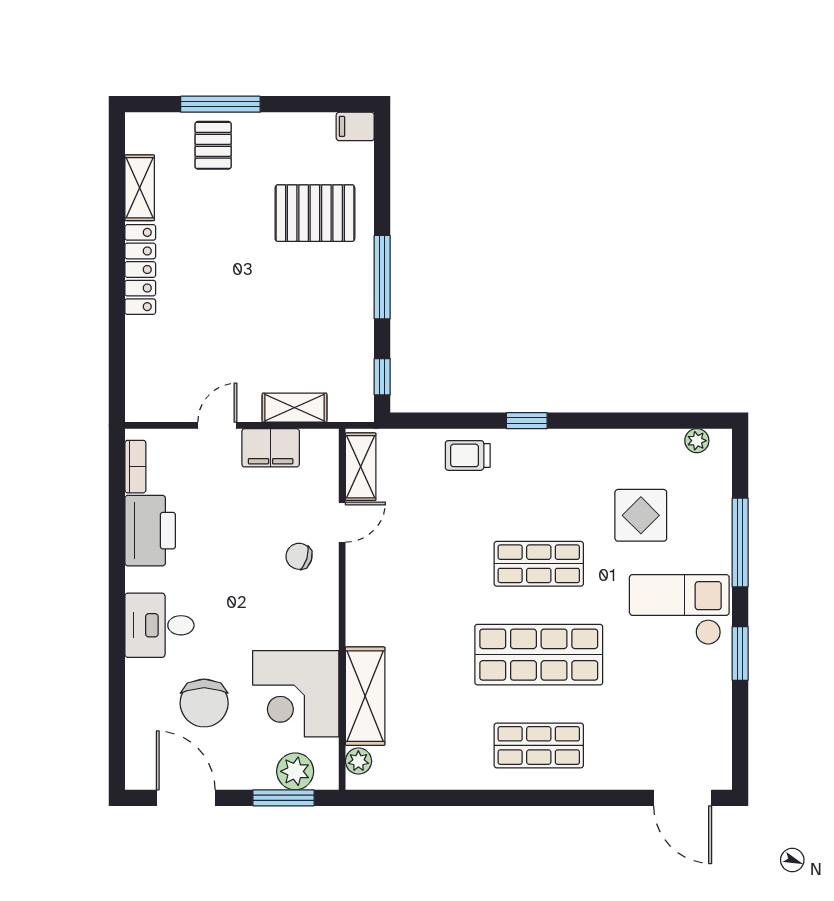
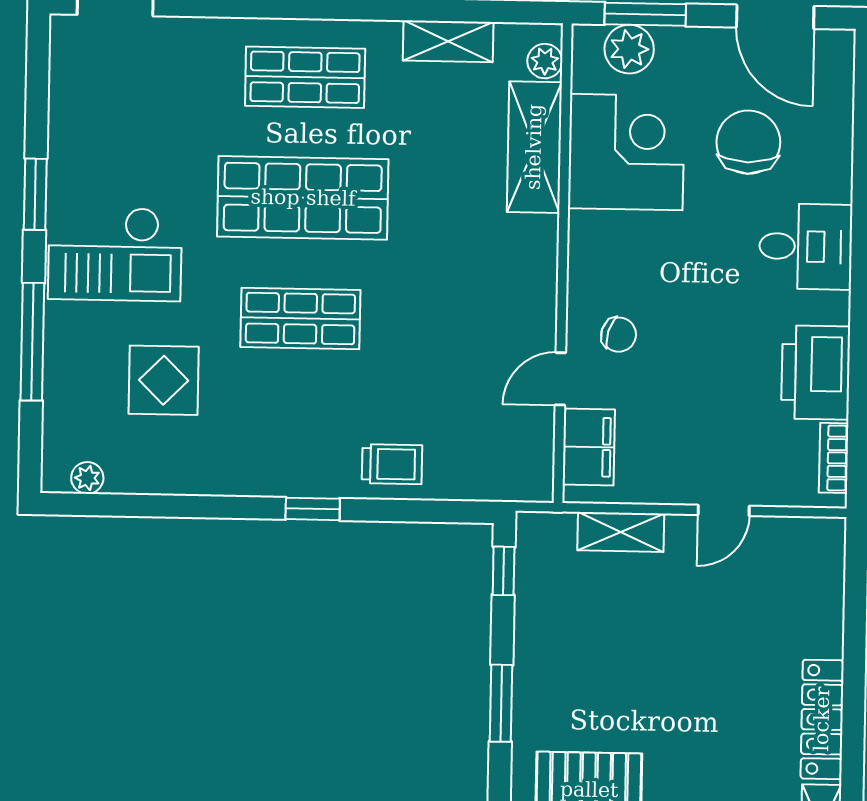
window: (382, 277) -> (501, 703), width x0.69
filing cabinet: (271, 448) -> (589, 447), moved, turned 90
shelving: (361, 467) -> (448, 41), moved, turned 90

